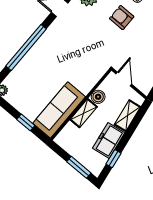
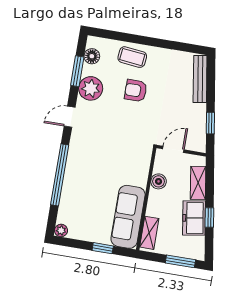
door: (124, 79) -> (173, 149), hinge flipped
shelving: (84, 113) -> (149, 233), moved
window: (113, 159) -> (209, 218), moved

